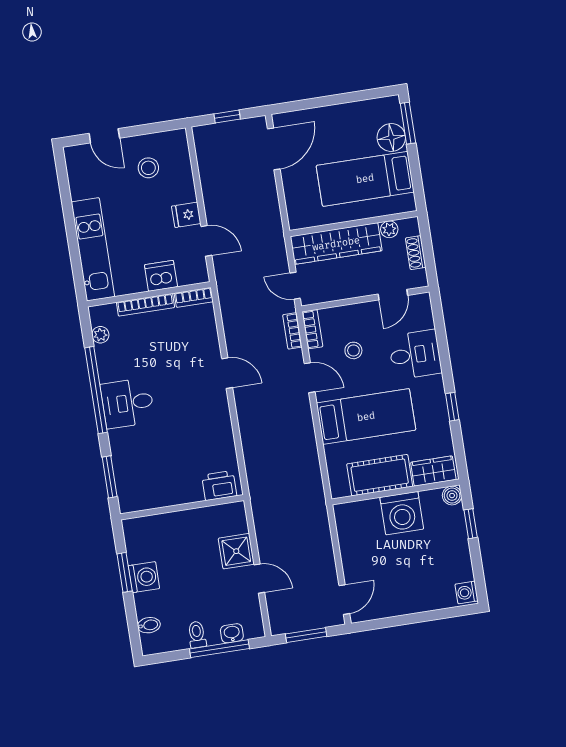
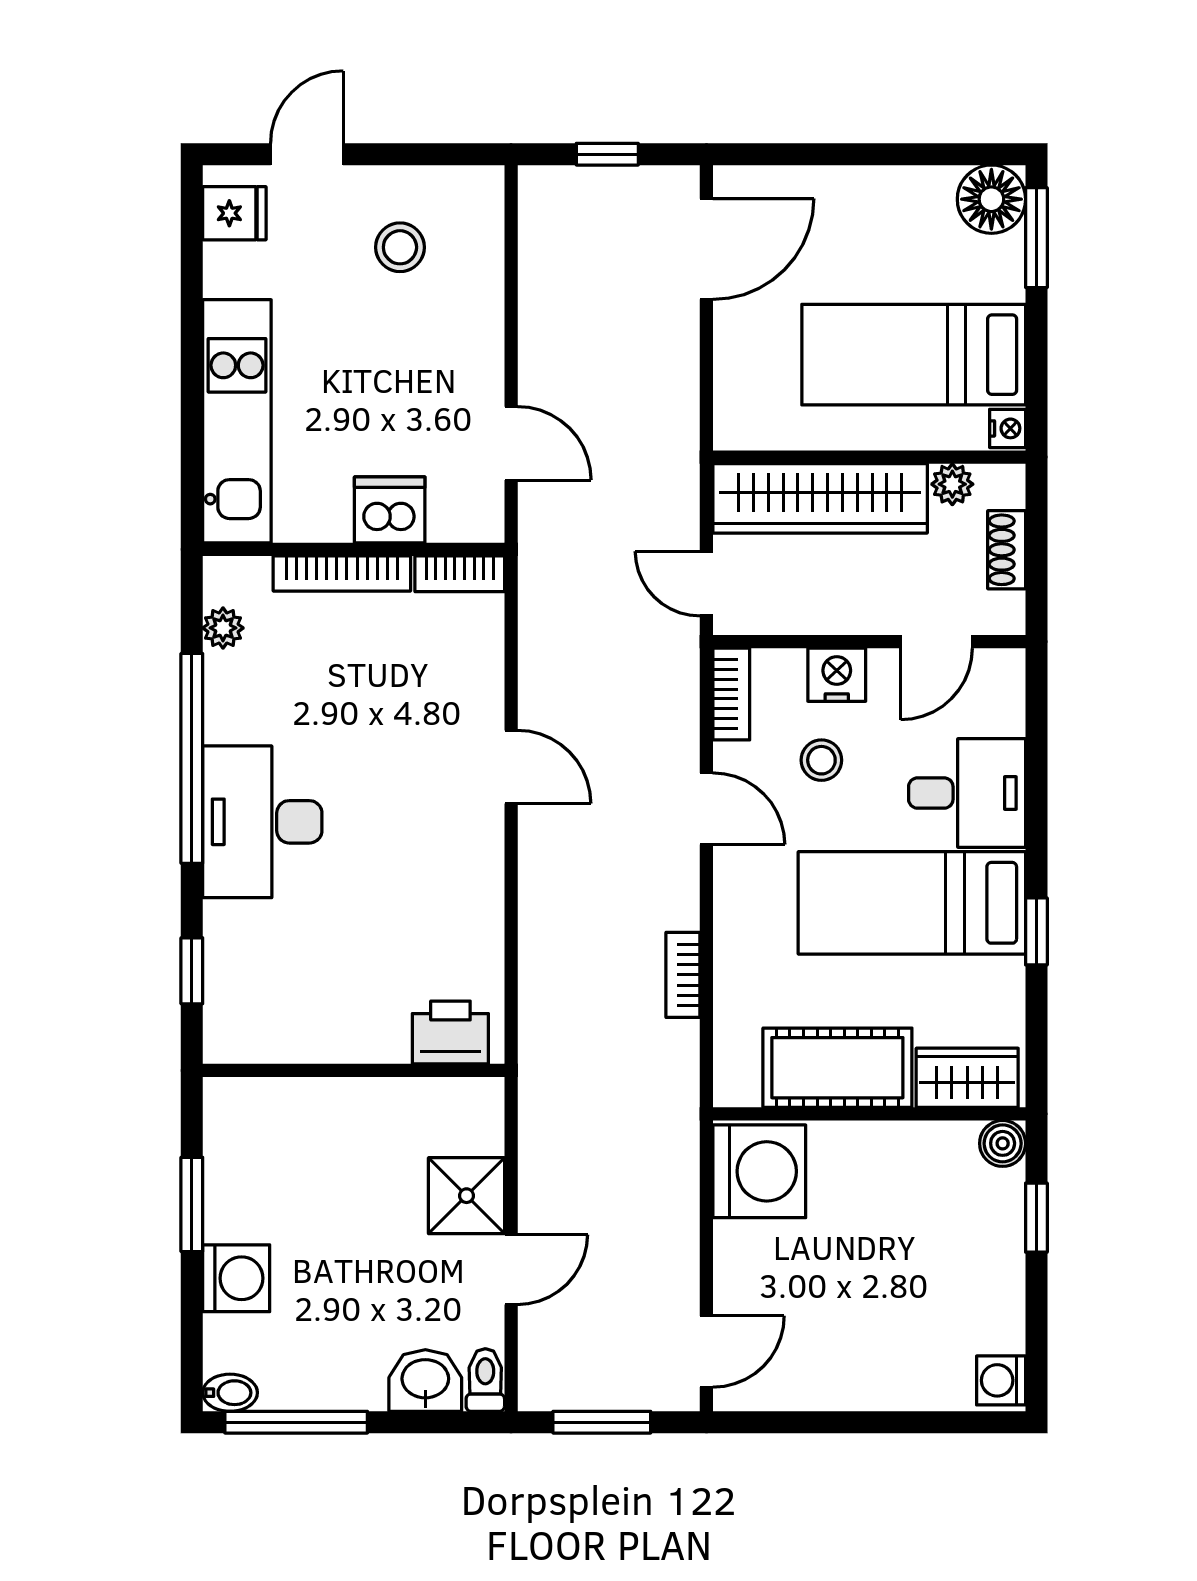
door: (104, 136) -> (307, 154), swing flipped
floor lamp: (391, 138) -> (991, 199), moved
nightstand: (408, 203) -> (1008, 428), added
fridge: (186, 215) -> (234, 213), moved, turned 180
nightstand: (354, 315) -> (837, 675), added
bookcase: (292, 331) -> (683, 975), moved
desk: (128, 403) -> (262, 822), width x1.37
bed: (366, 417) -> (912, 903), moved, turned 180
window: (110, 477) -> (192, 971), width x0.67
washing machine: (402, 513) -> (759, 1171), moved, turned -90
washing machine: (144, 577) -> (236, 1278), moved
door: (259, 579) -> (511, 1270), hinge flipped
bidet: (149, 625) -> (230, 1393), moved
washbasin: (232, 633) -> (425, 1381), width x1.38, depth x1.45
toilet: (197, 635) -> (485, 1380), moved
window: (219, 649) -> (296, 1422), moved

